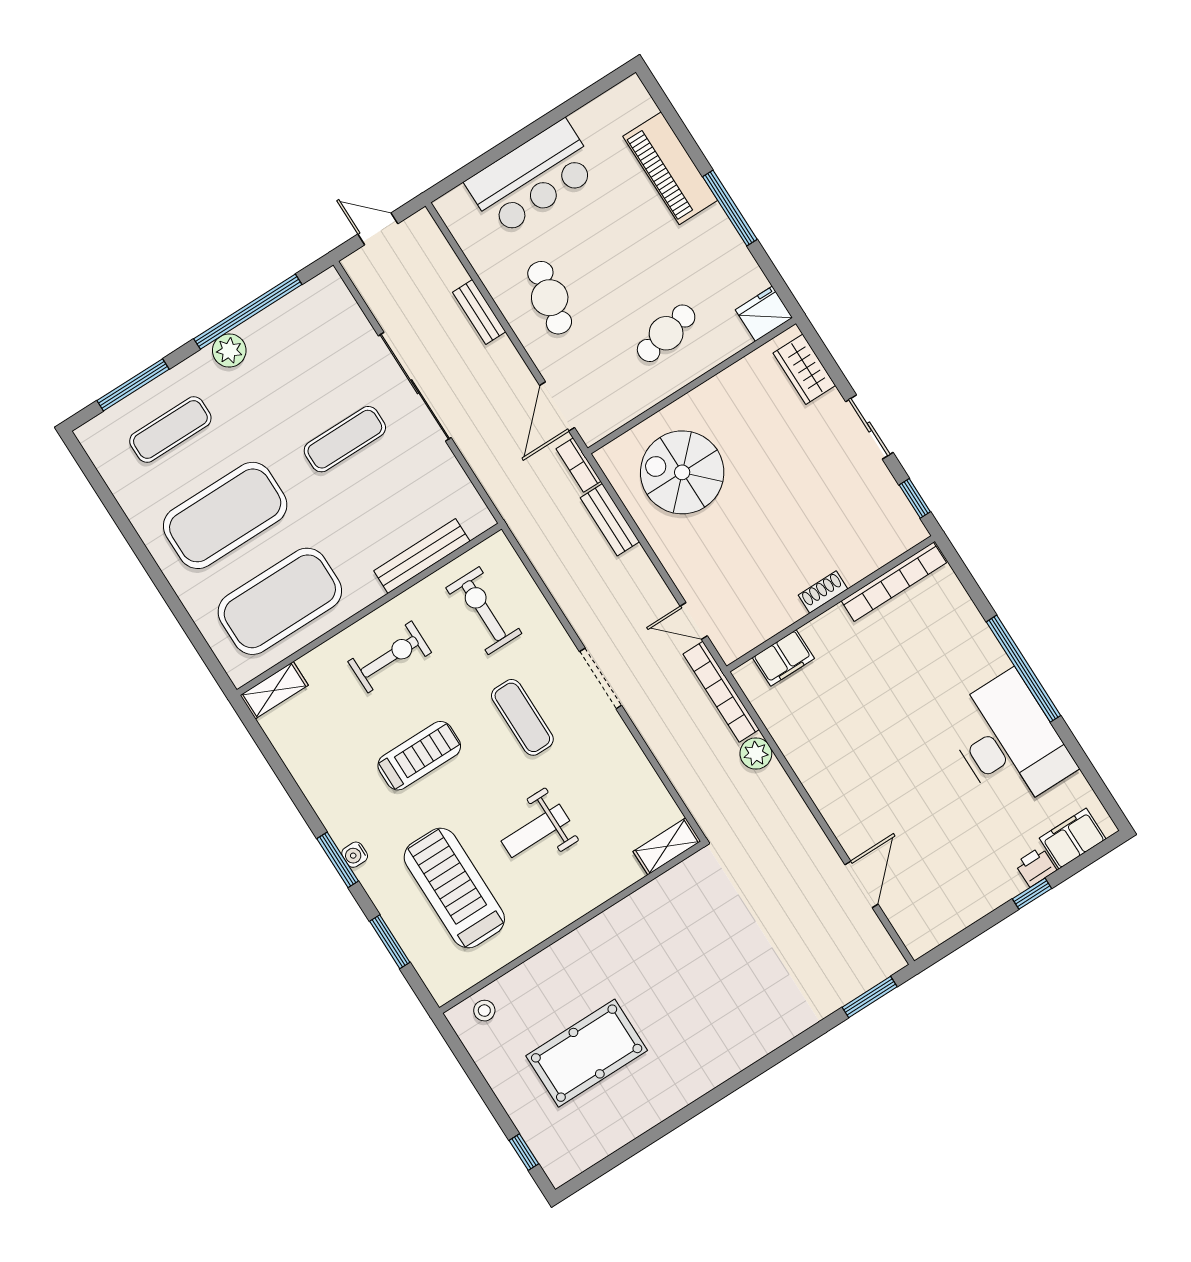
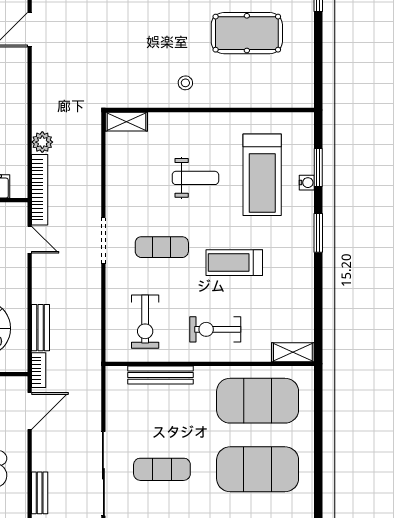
exercise mat: (522, 717) -> (162, 247), turned 90
water cooler: (355, 855) -> (307, 183), moved
stool: (484, 1011) -> (185, 83), moved

